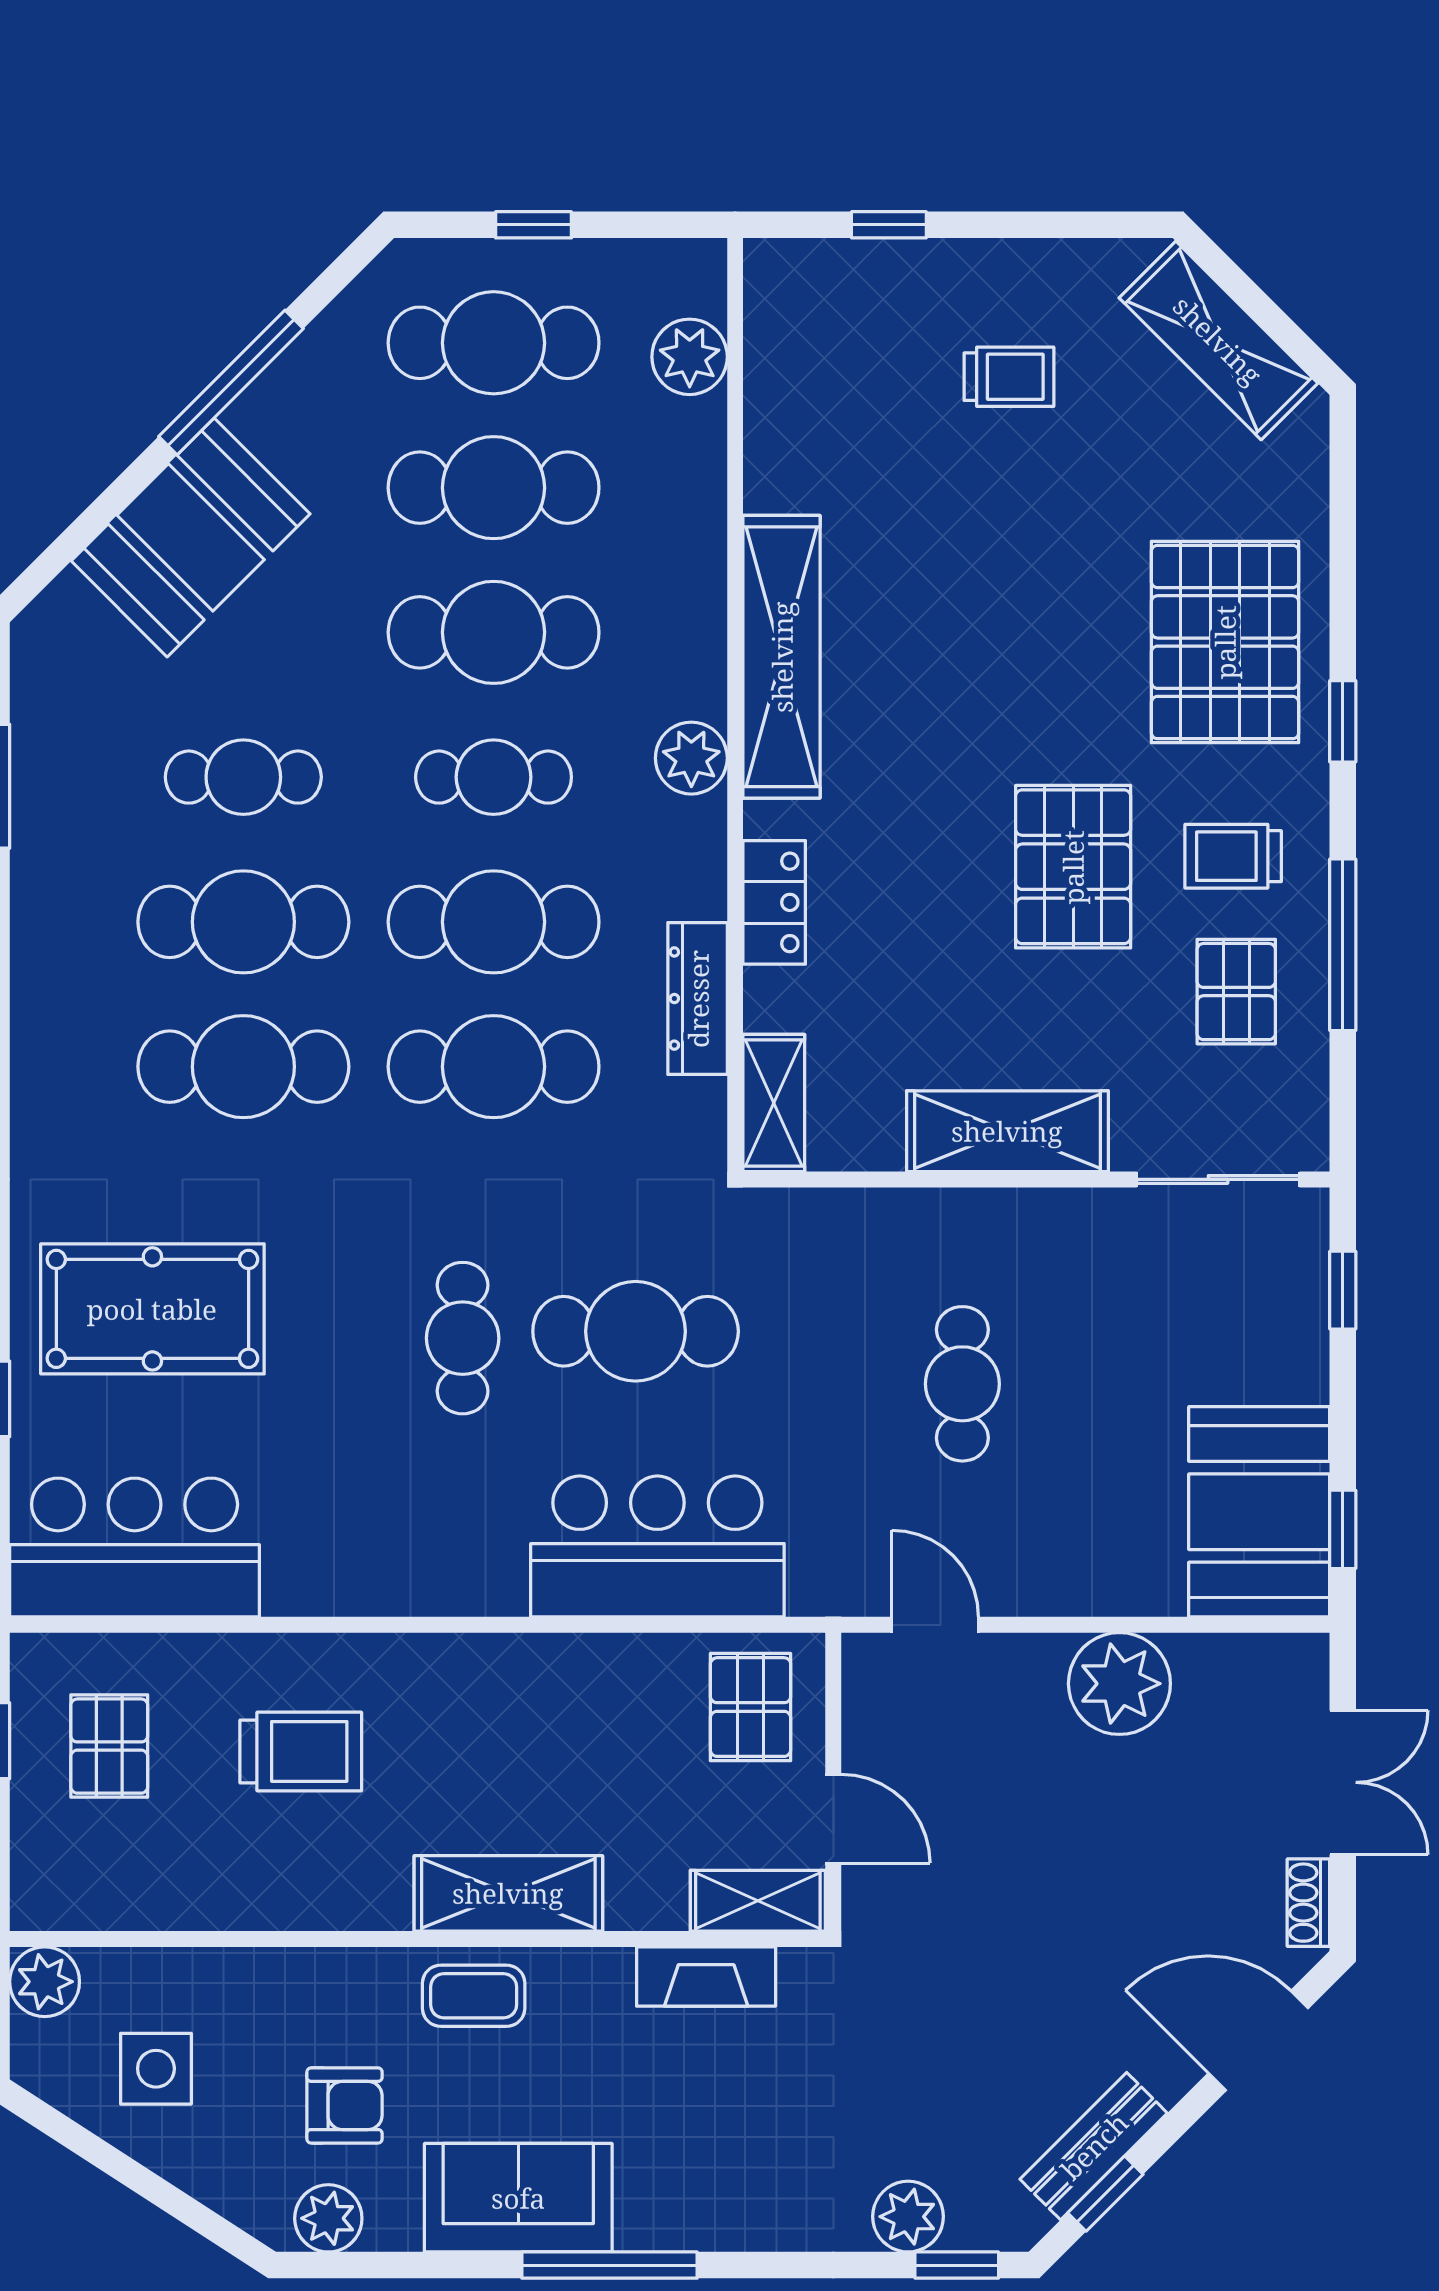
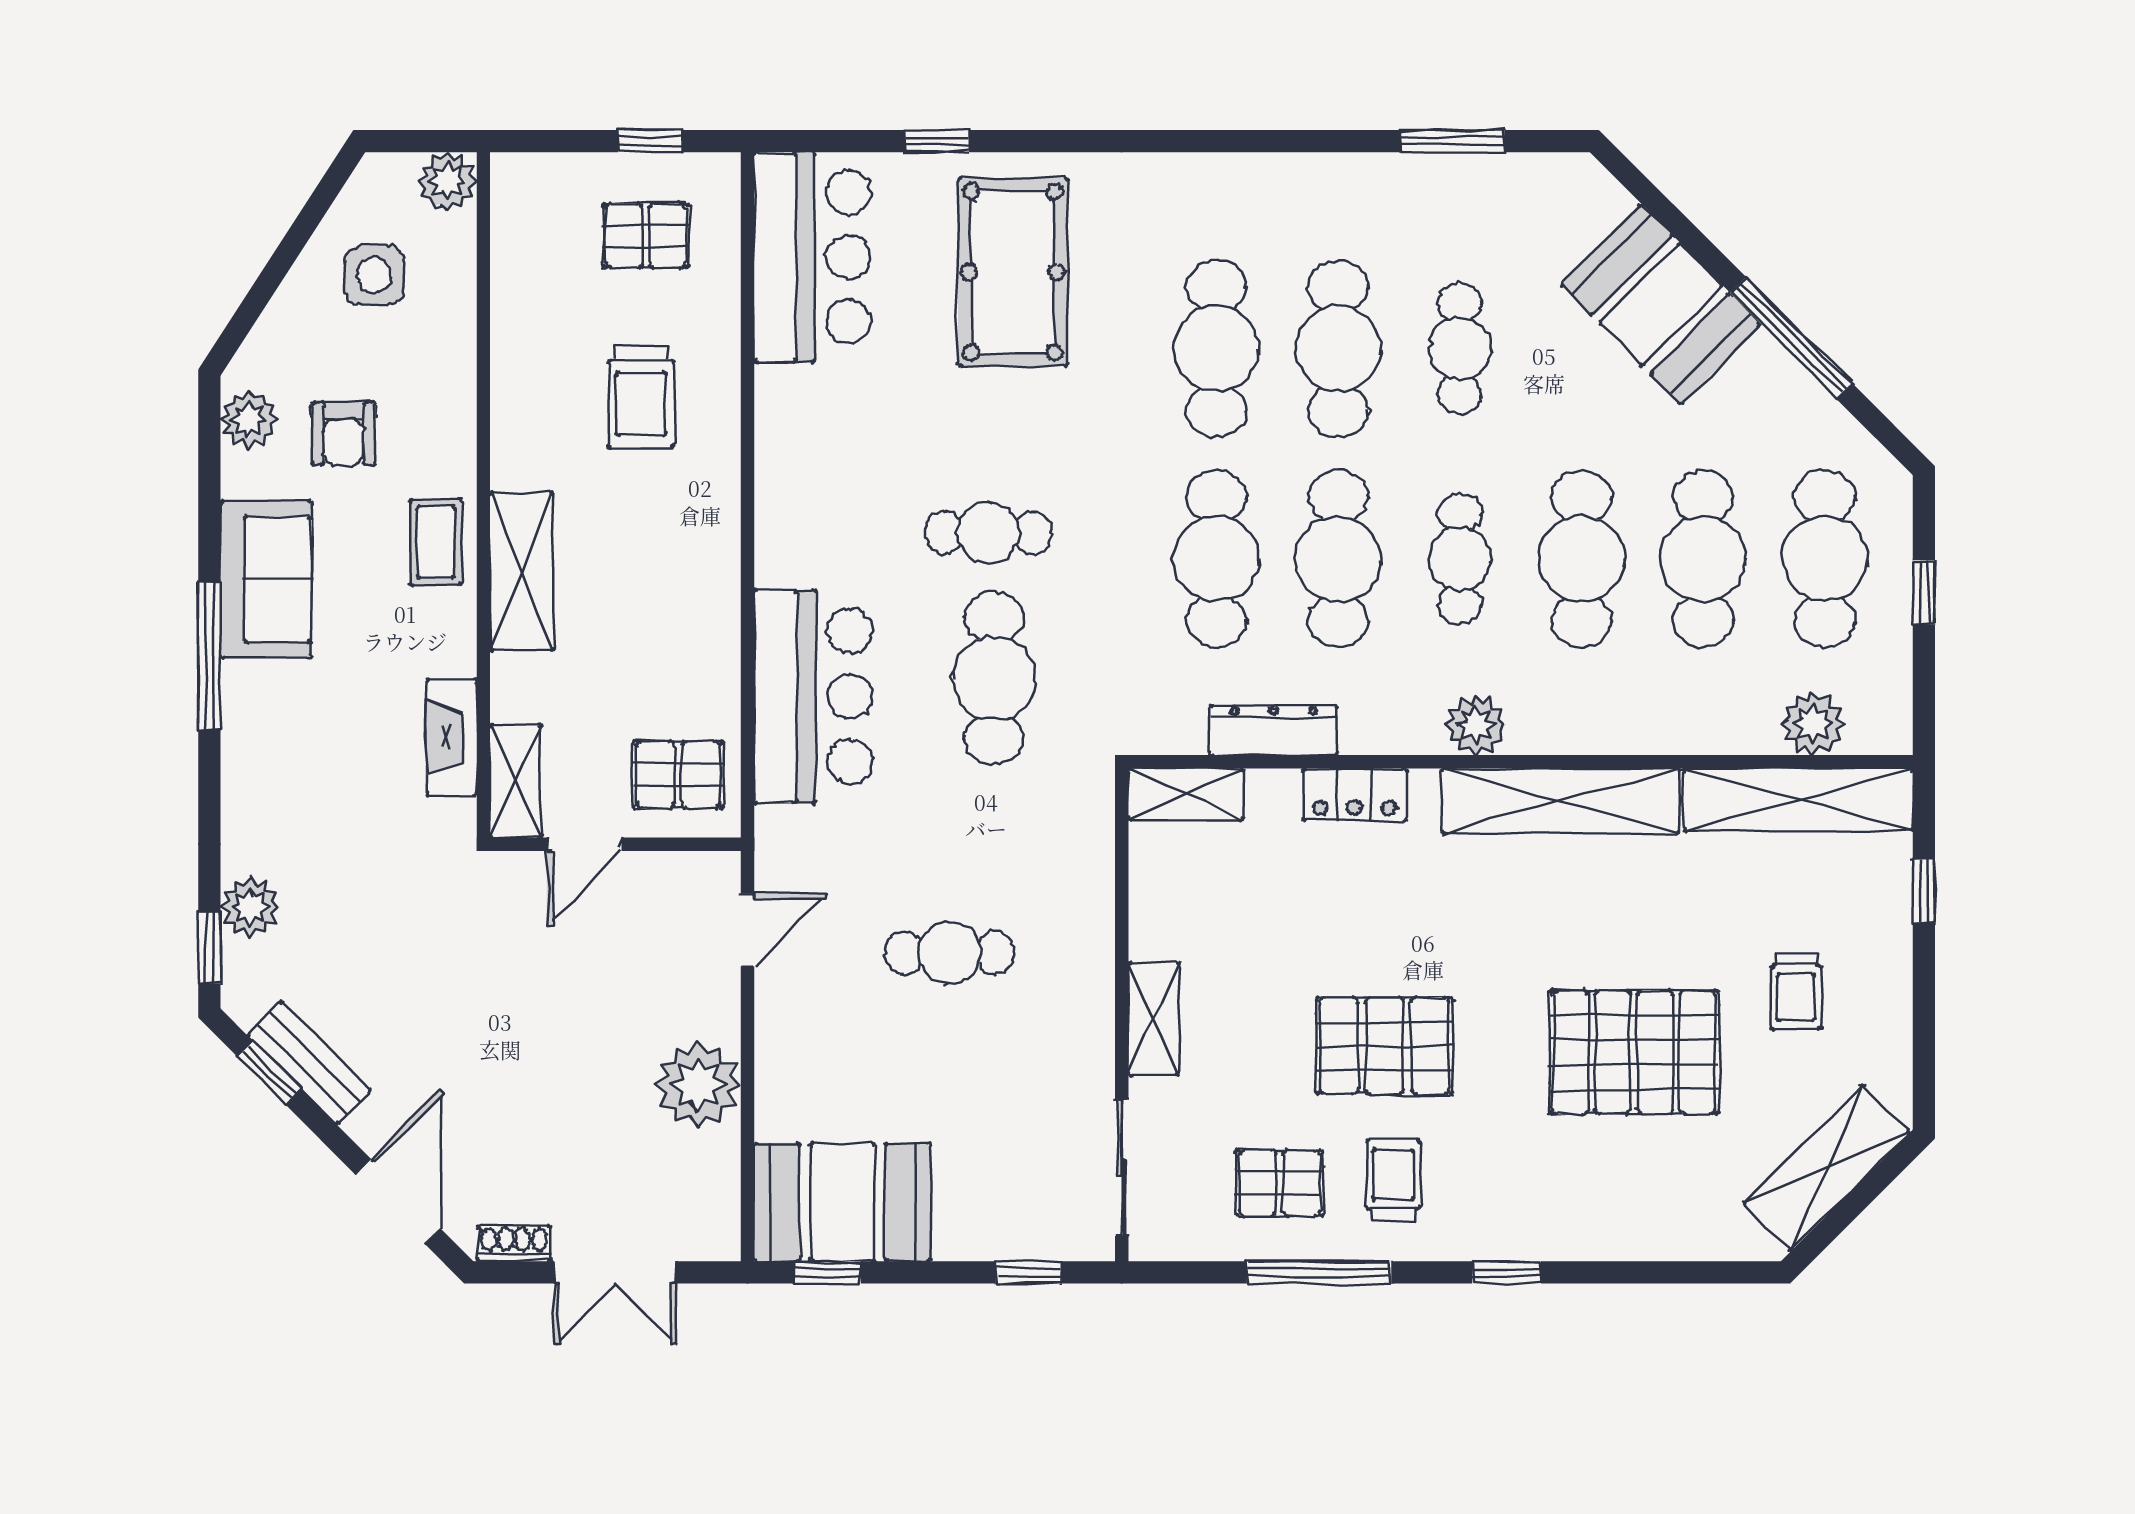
shelving: (780, 374) -> (1798, 800), added
pallet: (1225, 642) -> (1634, 1052), moved
shelving: (1007, 1131) -> (1154, 1019), width x0.67, depth x0.75

